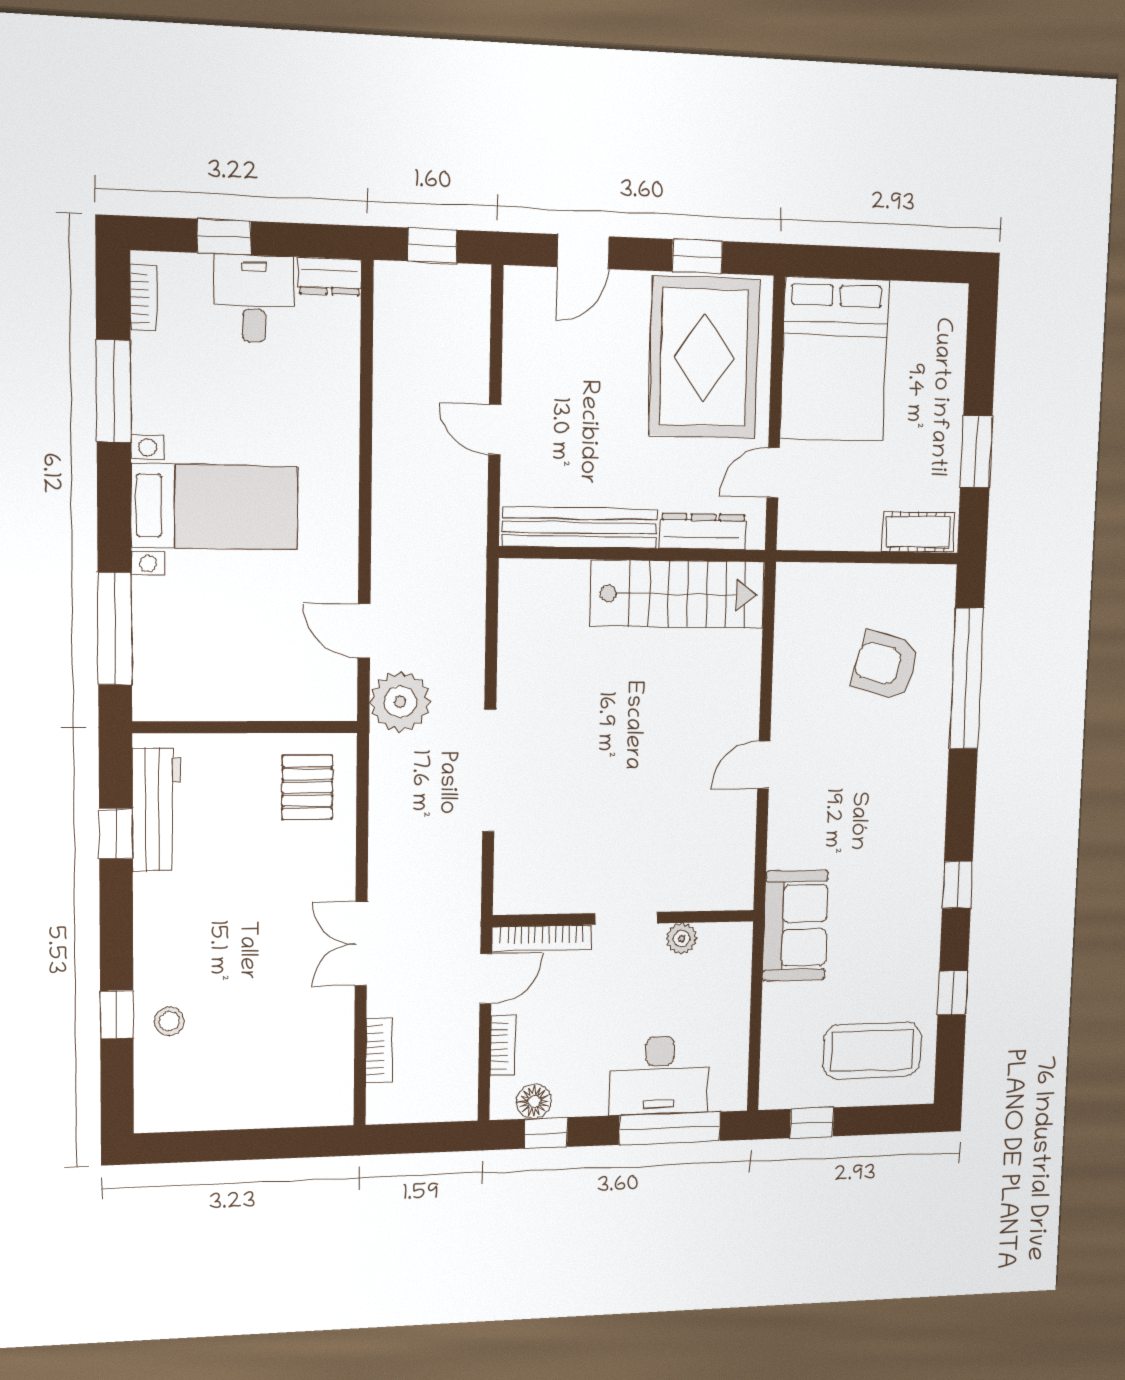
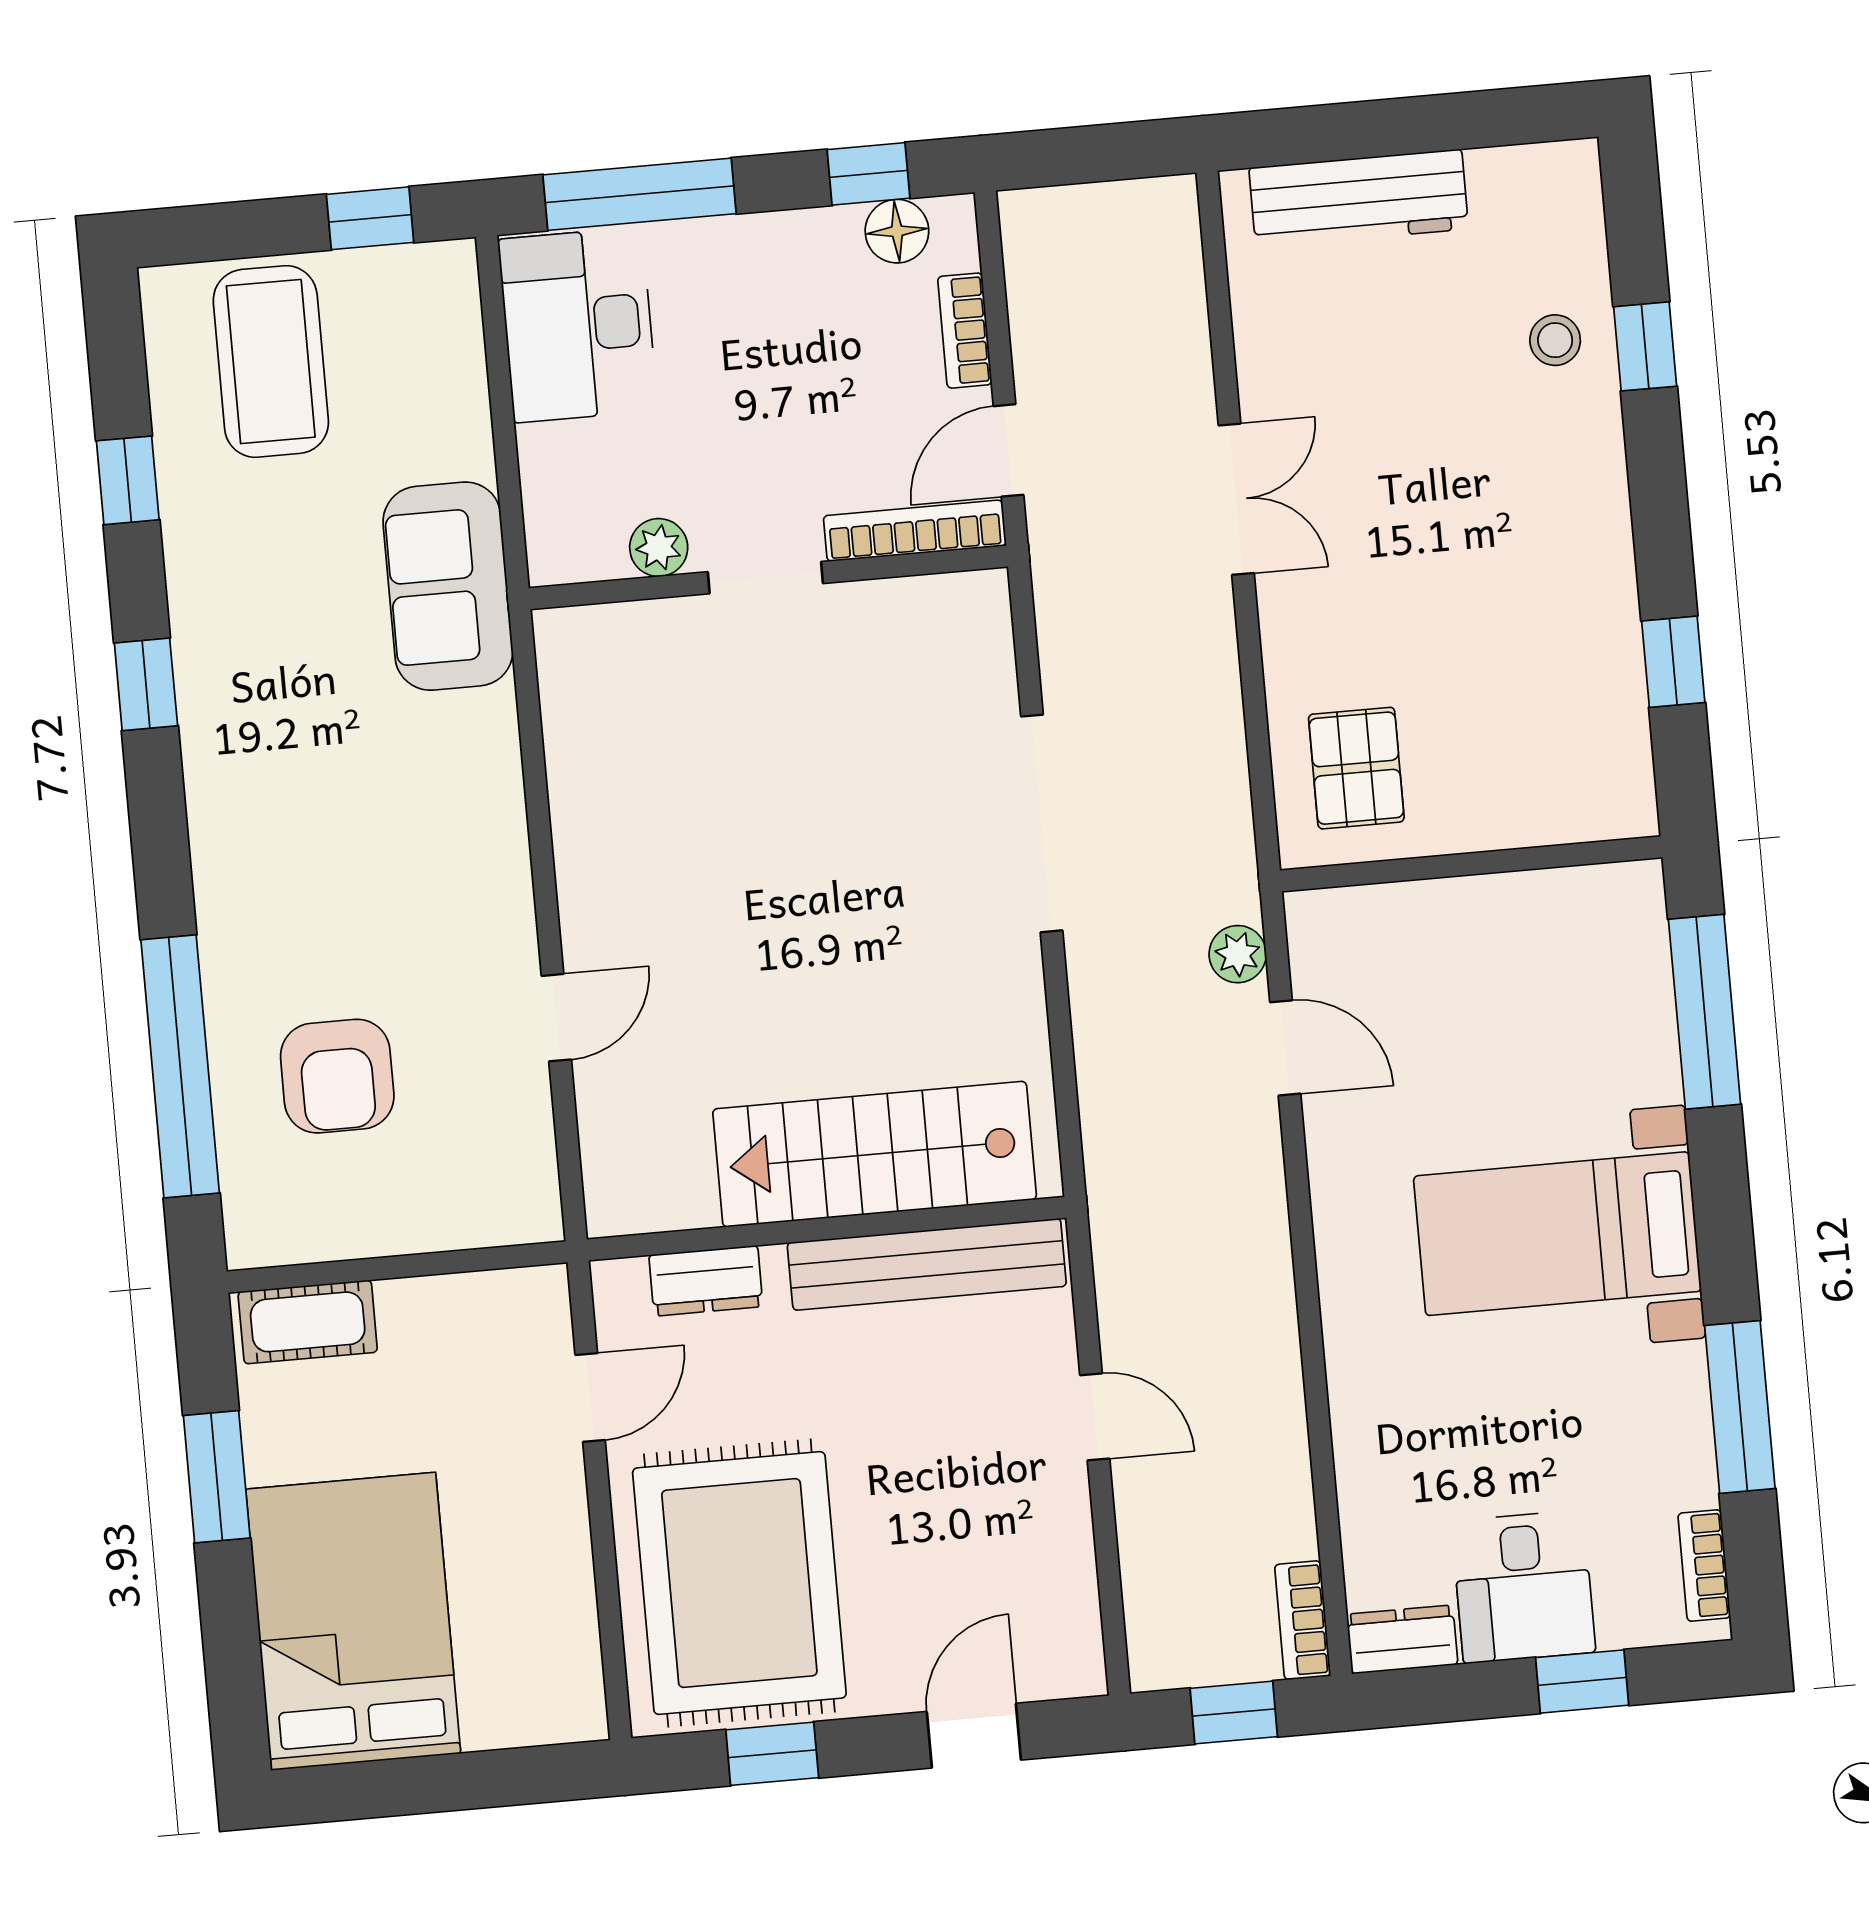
bed: (834, 359) -> (353, 1621), moved
dresser: (703, 532) -> (706, 1281), width x0.70
stairs: (678, 594) -> (875, 1154), moved
armchair: (886, 665) -> (337, 1076), turned 75
plant: (400, 702) -> (1238, 954), width x0.53, depth x0.53
door: (764, 765) -> (556, 1018), moved
workbench: (156, 810) -> (1359, 198), moved, turned -90
bookcase: (379, 1050) -> (1303, 1620), moved
coffee table: (872, 1051) -> (271, 361), turned 90
desk: (659, 1075) -> (578, 325), moved, turned -90

